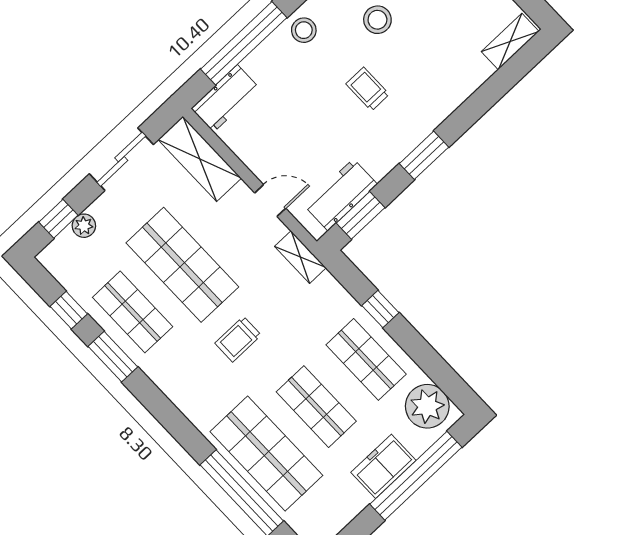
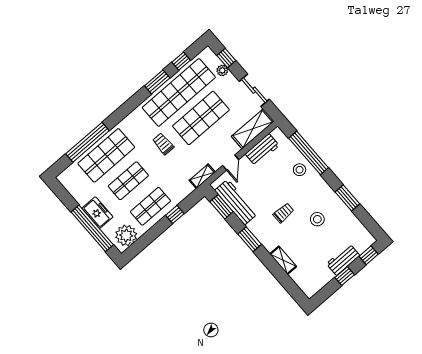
stool: (304, 30) -> (300, 170), moved
shelving: (510, 42) -> (283, 260), moved
workbench: (225, 99) -> (262, 150), moved, turned -90
workbench: (341, 195) -> (236, 202), width x1.38
shop shelf: (133, 312) -> (179, 92), width x2.00, depth x1.36

